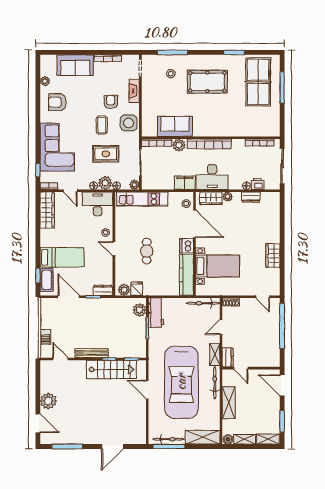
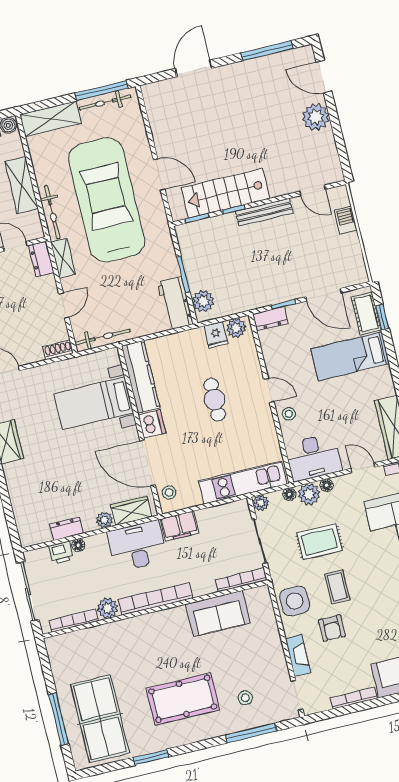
plant: (179, 145) -> (108, 608), moved

